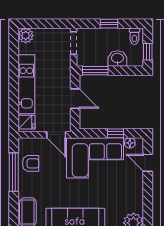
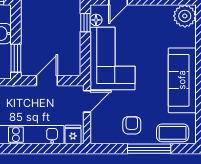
window: (115, 133) -> (85, 23), moved
armchair: (31, 163) -> (132, 125), moved
window: (14, 172) -> (149, 149), moved

